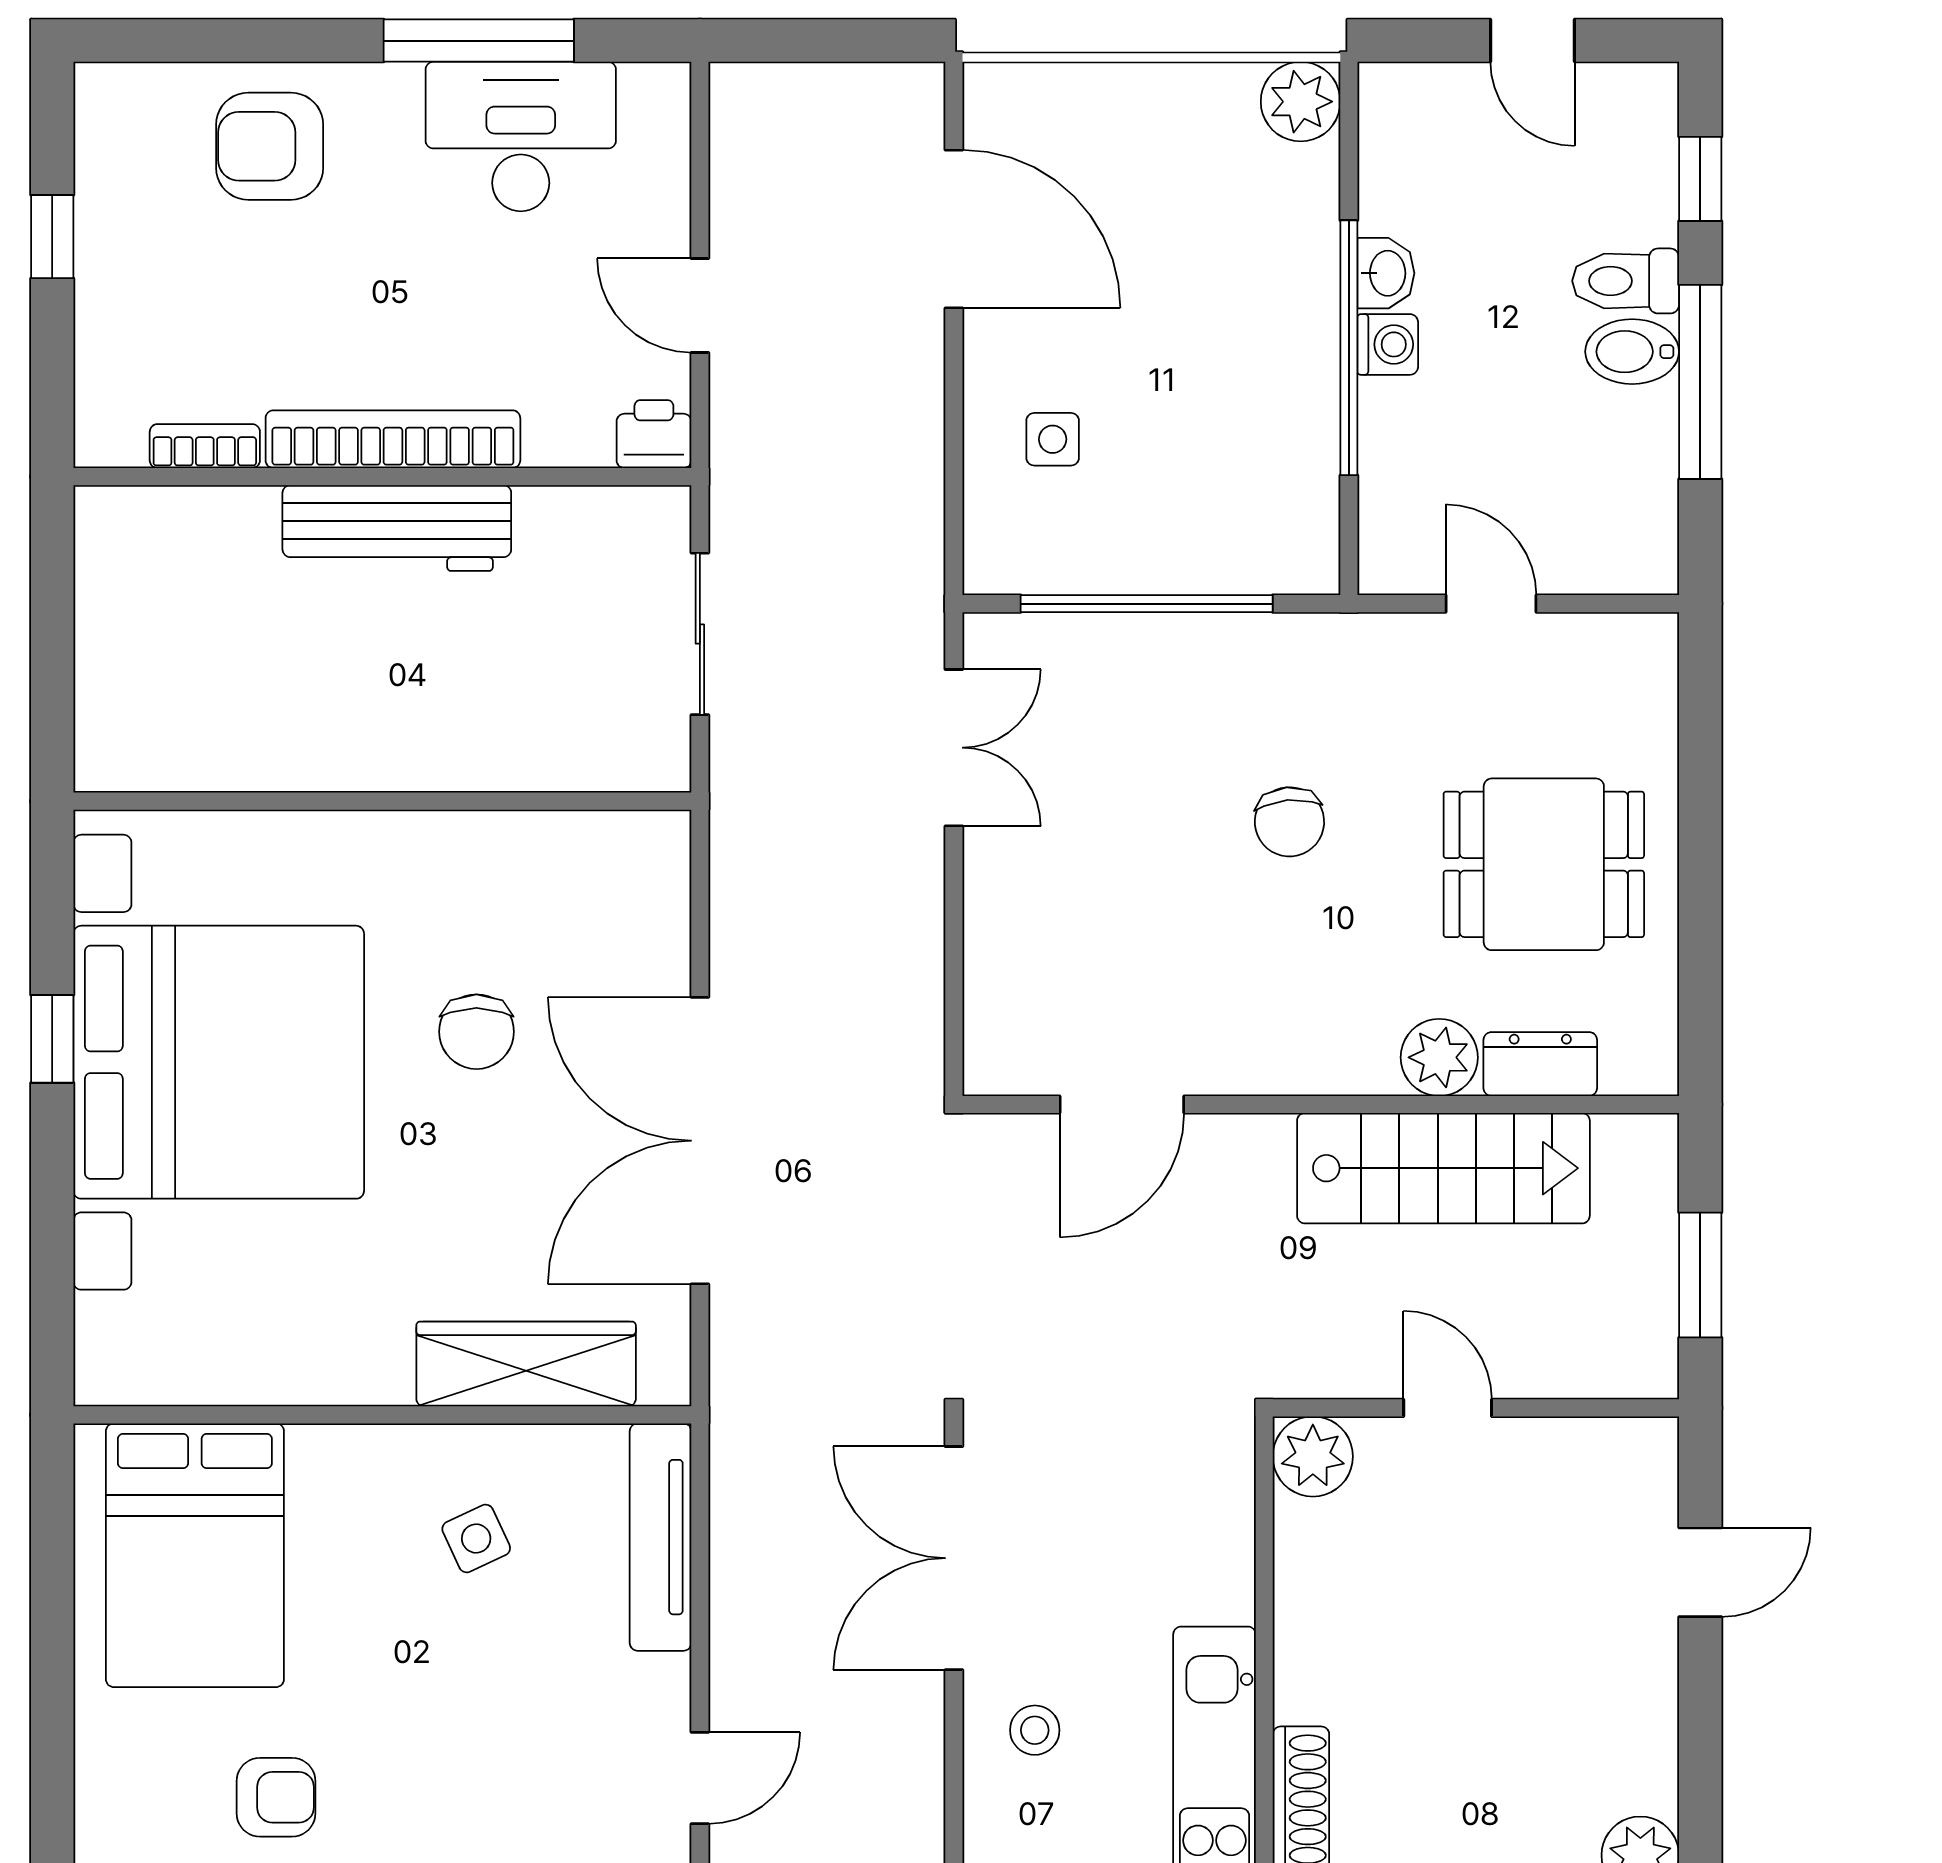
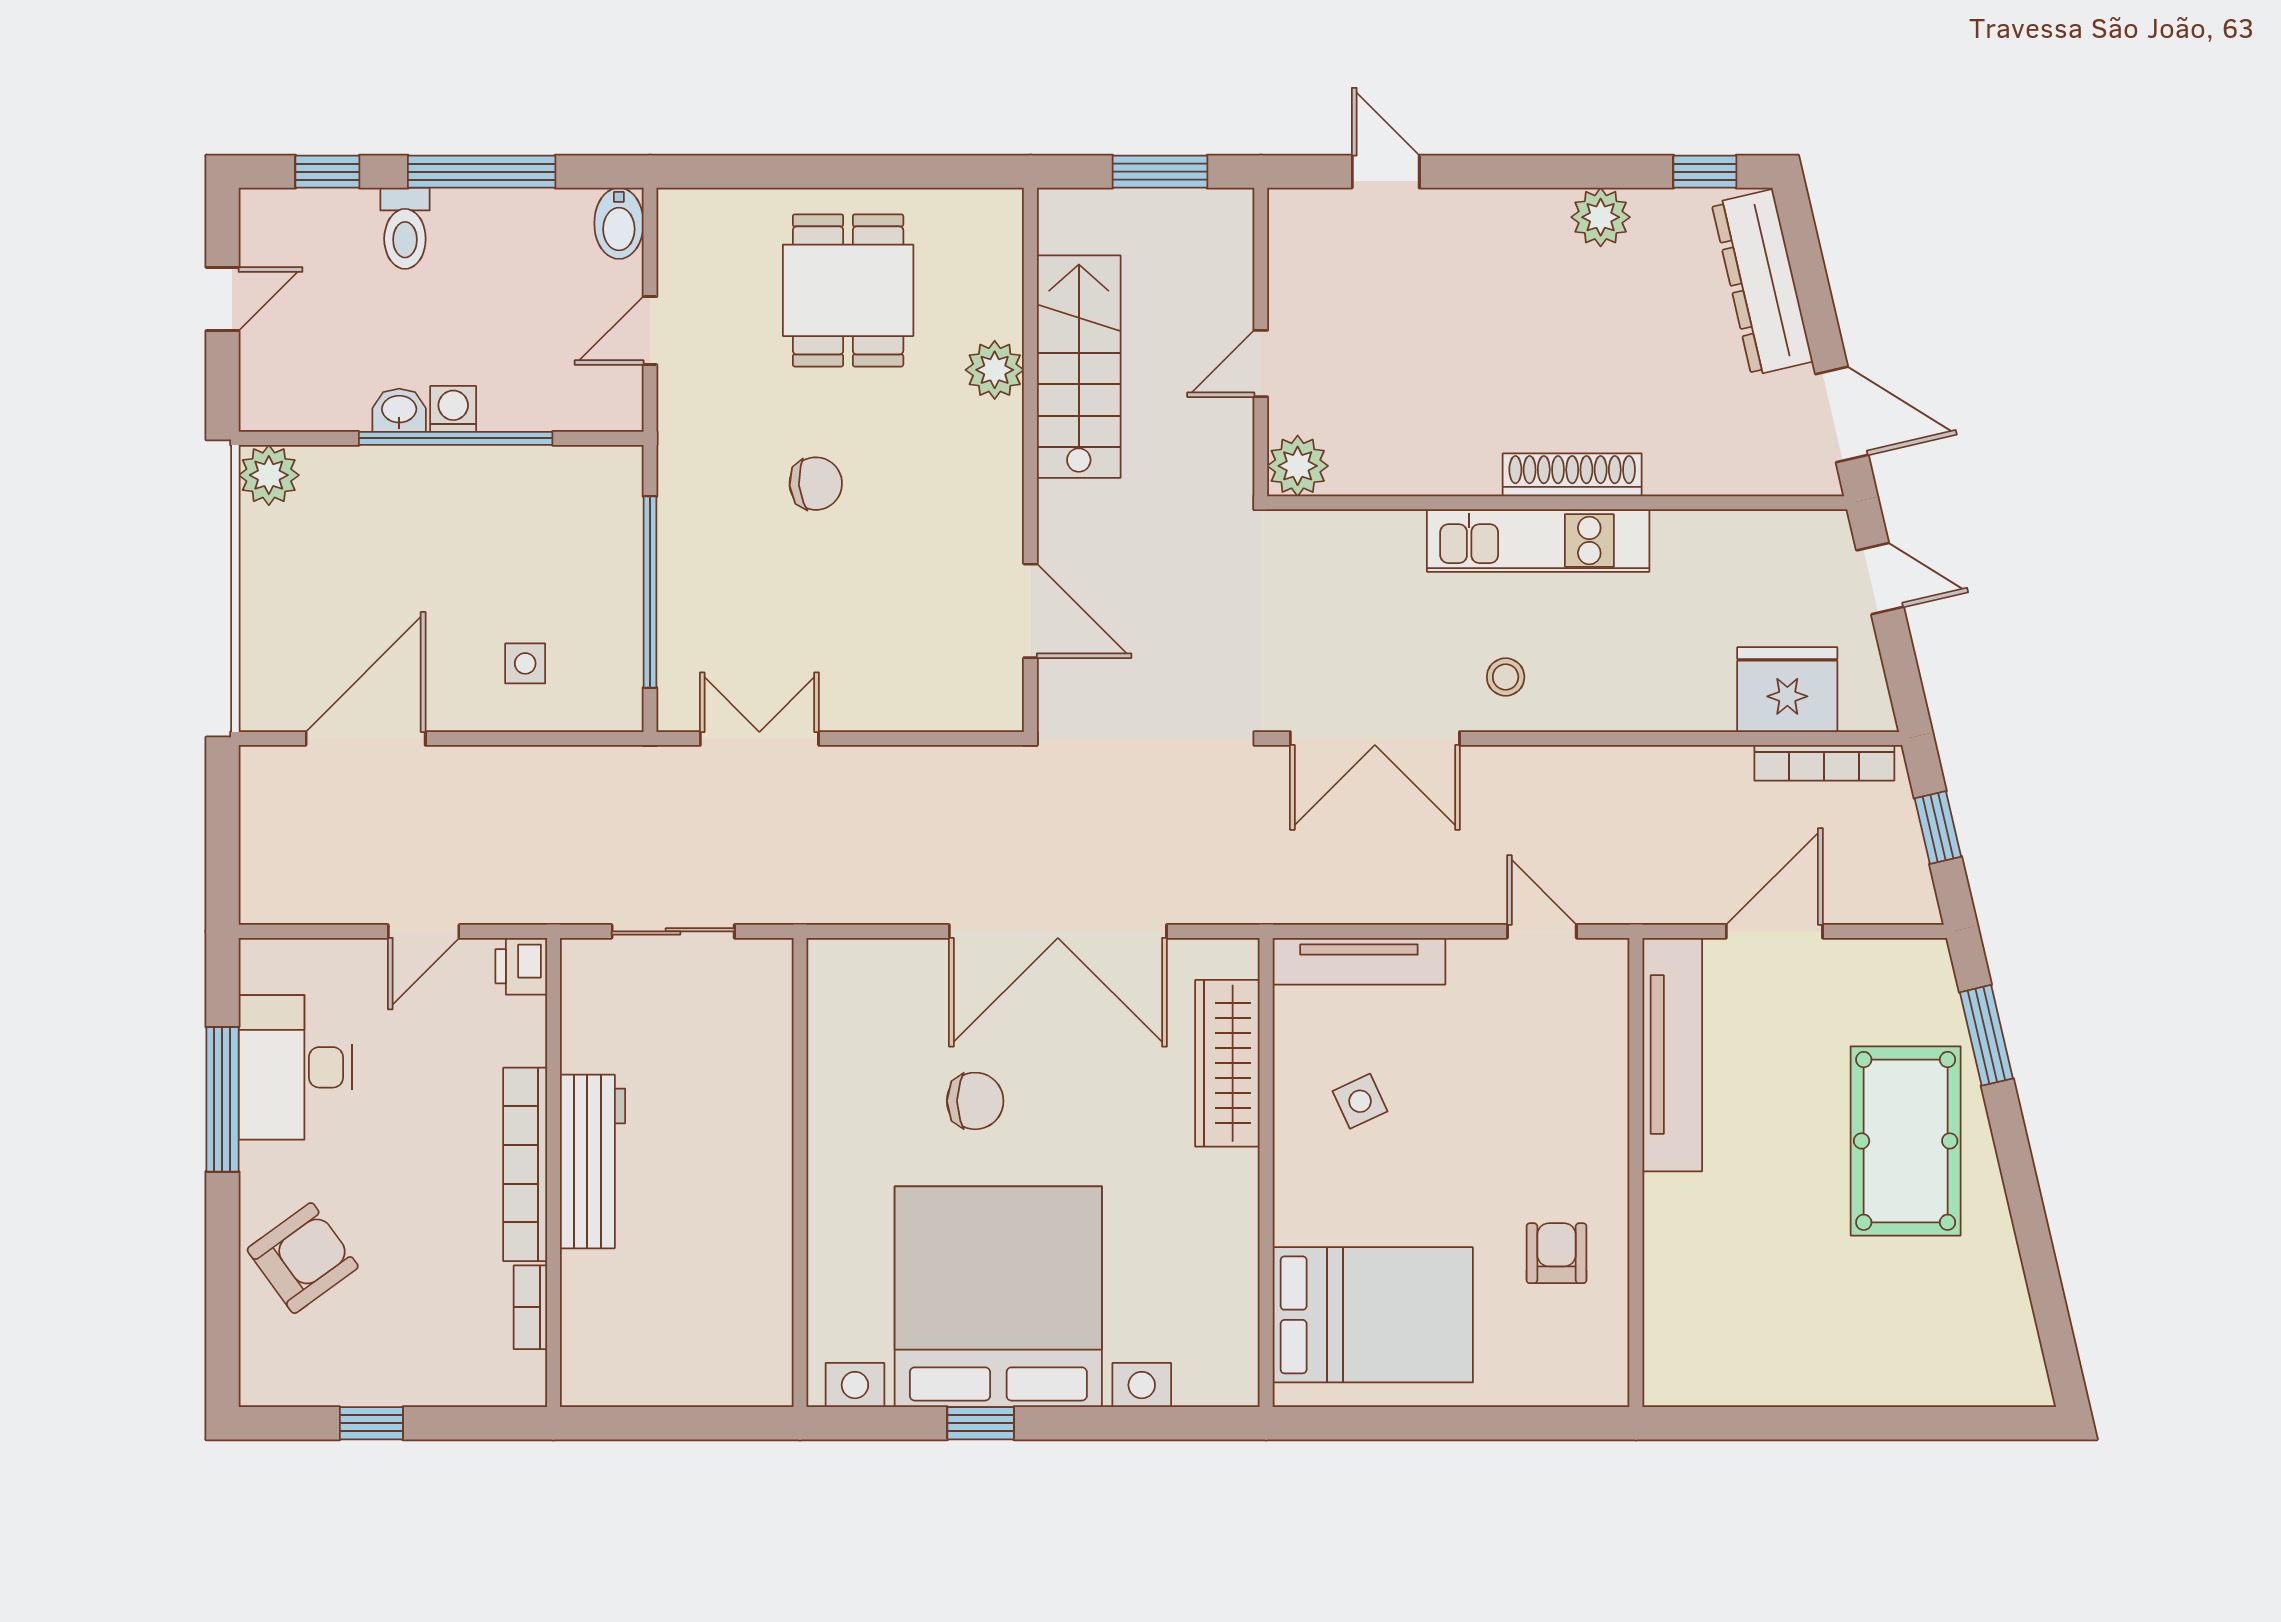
armchair: (270, 146) -> (303, 1258), turned -126
bidet: (1632, 352) -> (619, 223), moved
dresser: (1540, 1064) -> (1000, 293), removed

